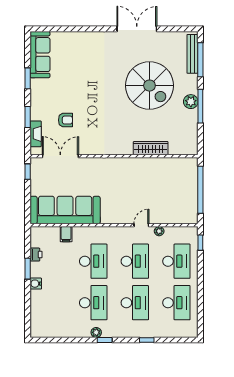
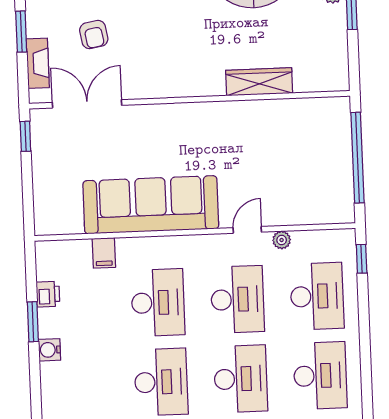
armchair: (65, 120) -> (94, 35), turned 80
sofa: (65, 210) -> (151, 205), moved

